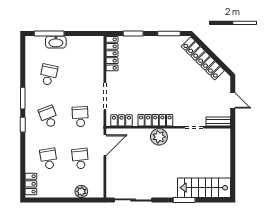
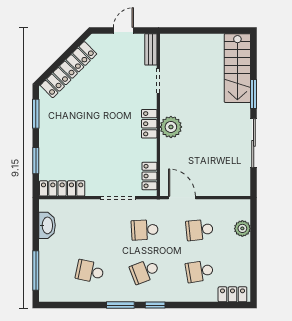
washbasin: (56, 42) -> (47, 225), moved
locker: (155, 120) -> (149, 124), width x0.66
sliding door: (133, 200) -> (254, 143), moved

